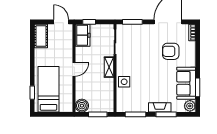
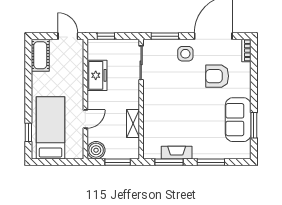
freezer: (83, 35) -> (97, 75), moved
shelving: (109, 67) -> (133, 123), moved
door: (74, 69) -> (85, 119), moved
side table: (124, 82) -> (185, 54), moved
plant: (190, 106) -> (243, 151), removed
fireplace: (160, 107) -> (177, 153), moved

